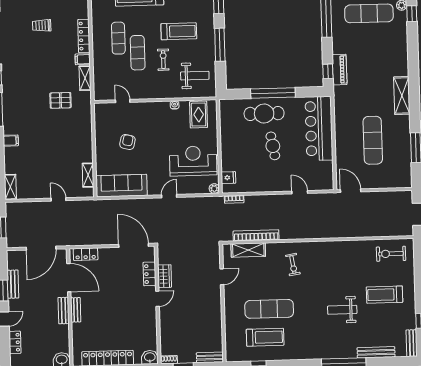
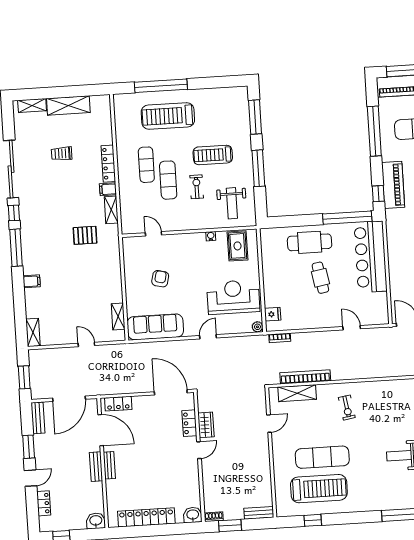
treadmill: (179, 31) -> (213, 155), turned 180
piano: (340, 70) -> (393, 185), width x1.37, depth x1.33
weight bench: (195, 76) -> (232, 203), turned 90
window: (273, 93) -> (347, 218), moved
bench: (13, 284) -> (38, 418), moved
treadmill: (265, 337) -> (319, 489), width x1.37, depth x1.38

